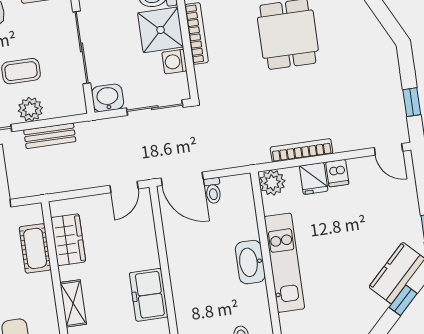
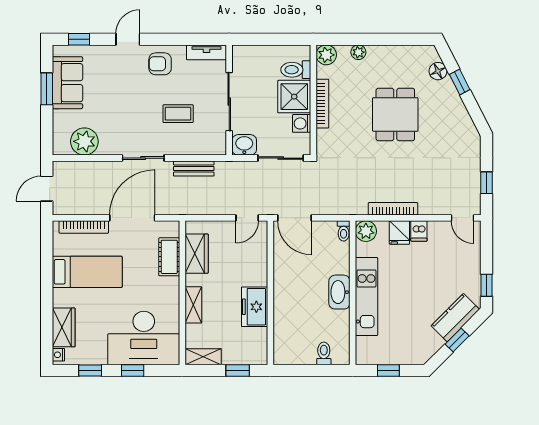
plant: (30, 109) -> (181, 145), removed
toilet: (213, 191) -> (344, 231), moved

